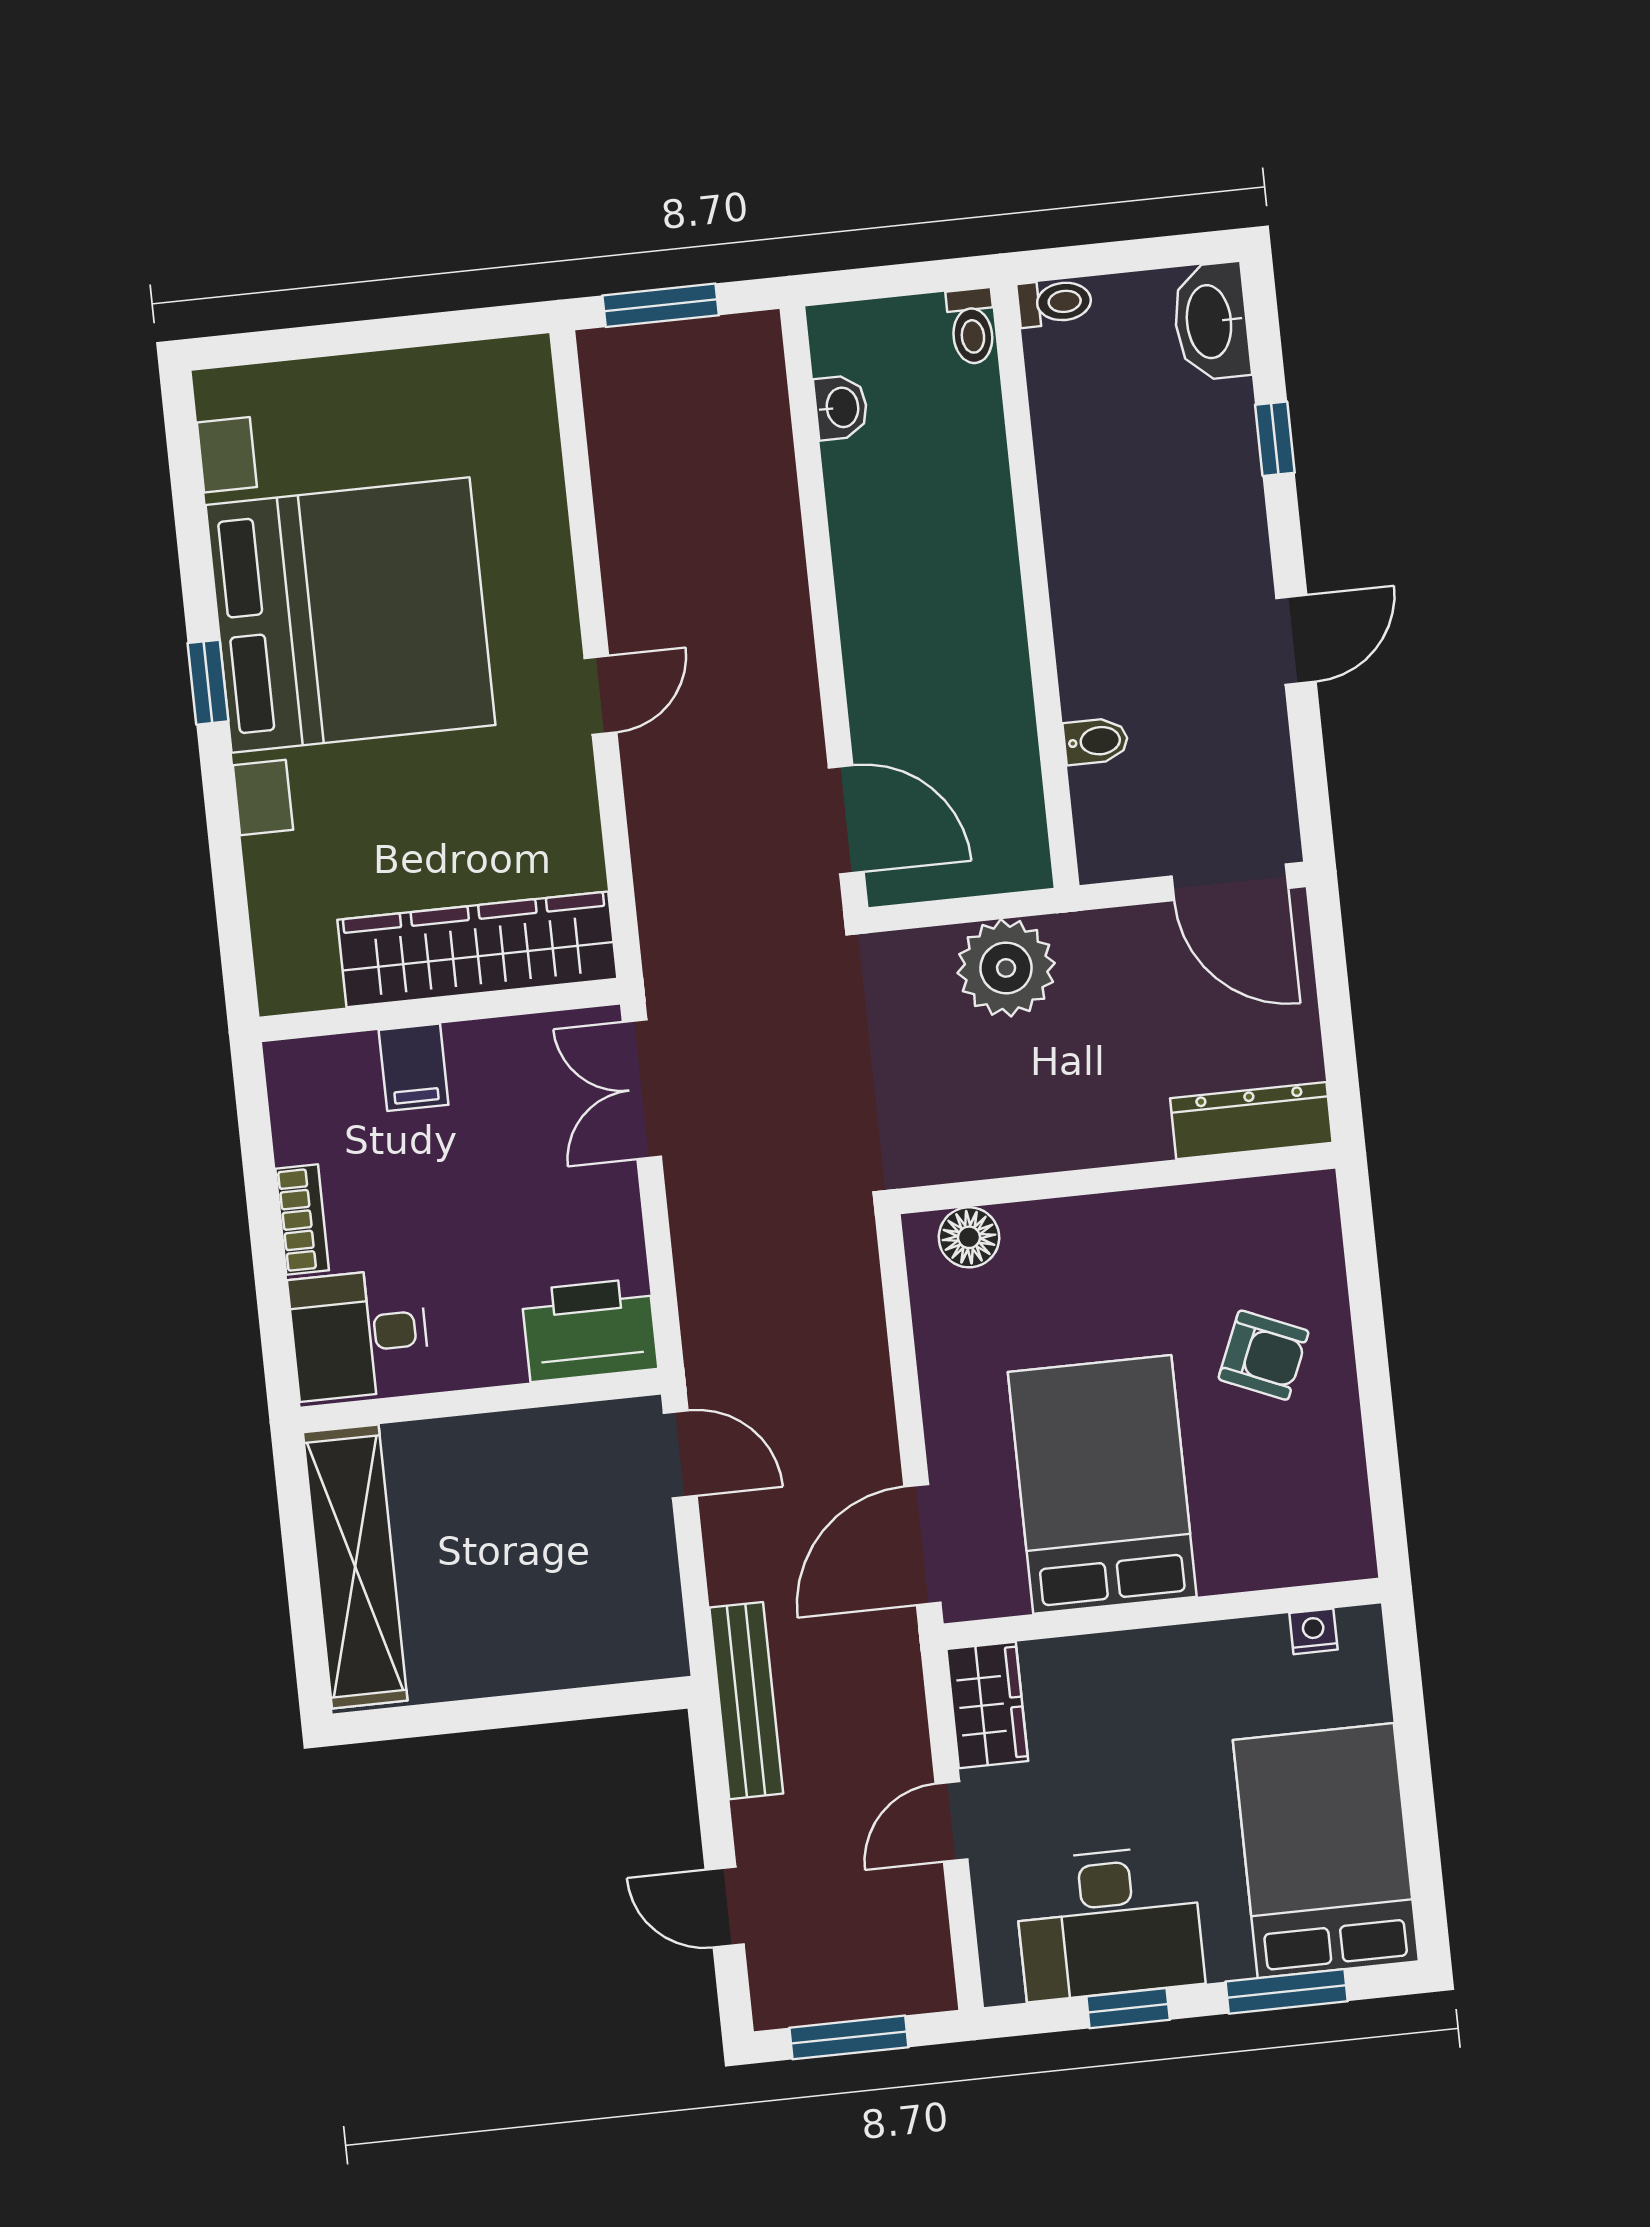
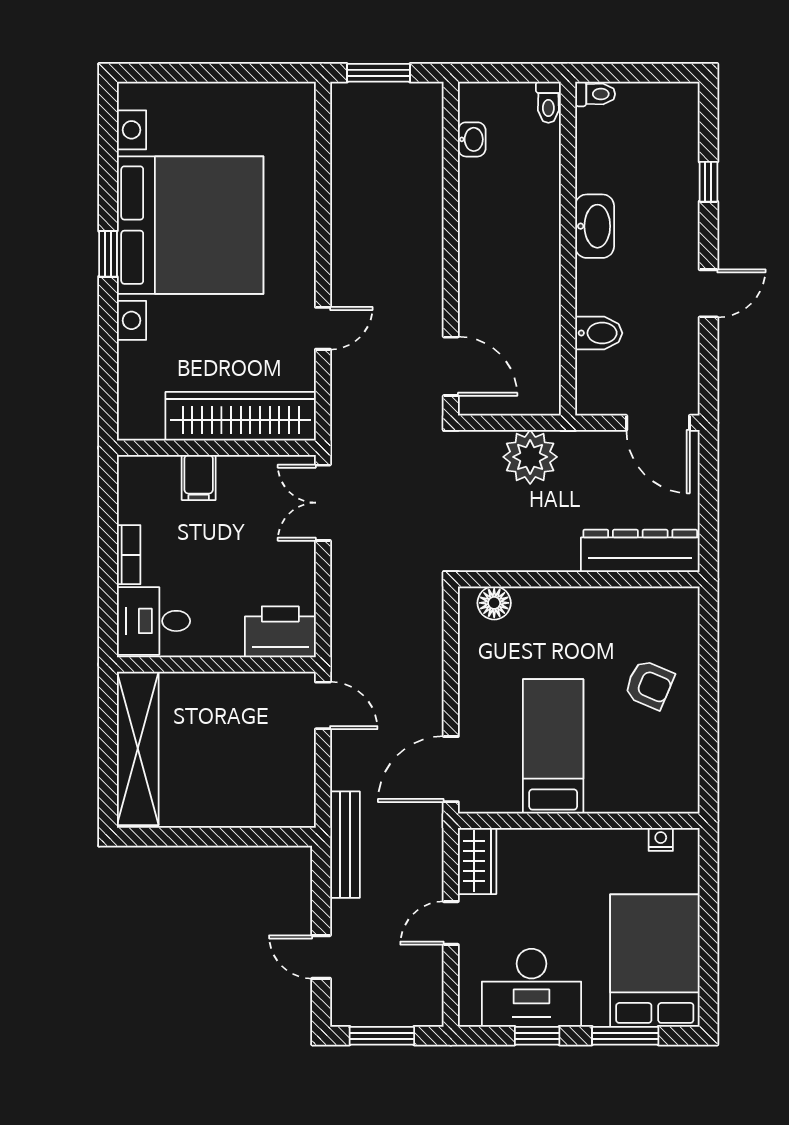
washbasin: (1211, 321) -> (595, 226), moved, turned 180
door: (600, 695) -> (323, 328), moved
bidet: (1096, 741) -> (599, 333), width x1.38, depth x1.36
dresser: (1251, 1121) -> (640, 551), width x1.37, depth x1.24
bed: (1102, 1484) -> (553, 746), width x0.67

